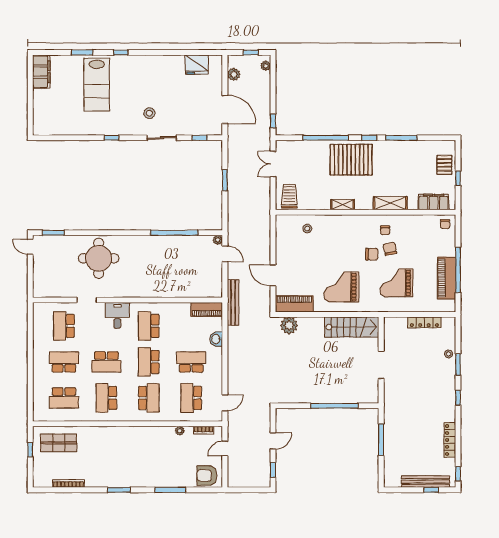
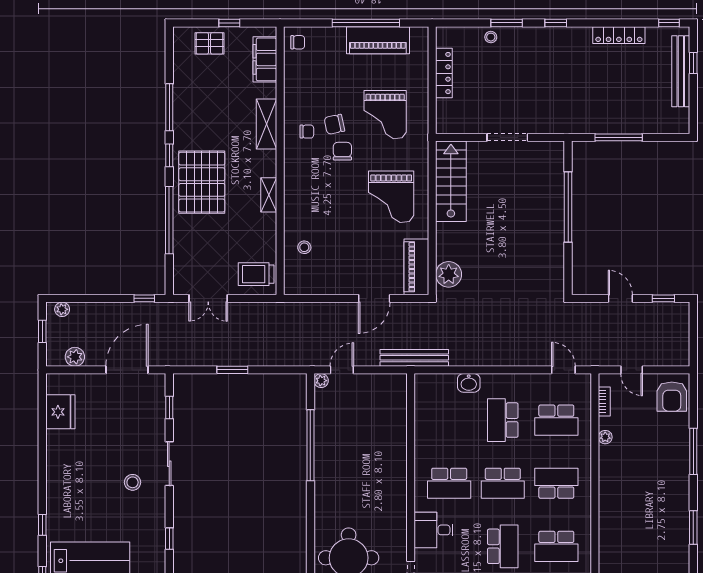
piano: (207, 309) -> (425, 397), removed

